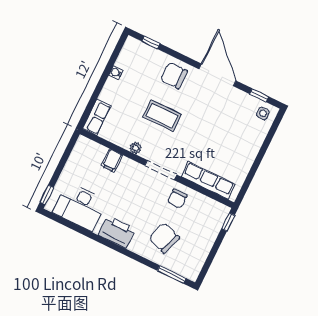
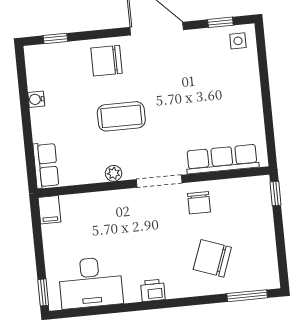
filing cabinet: (112, 161) -> (49, 210), moved
printer: (117, 232) -> (153, 290), width x0.53, depth x0.68

